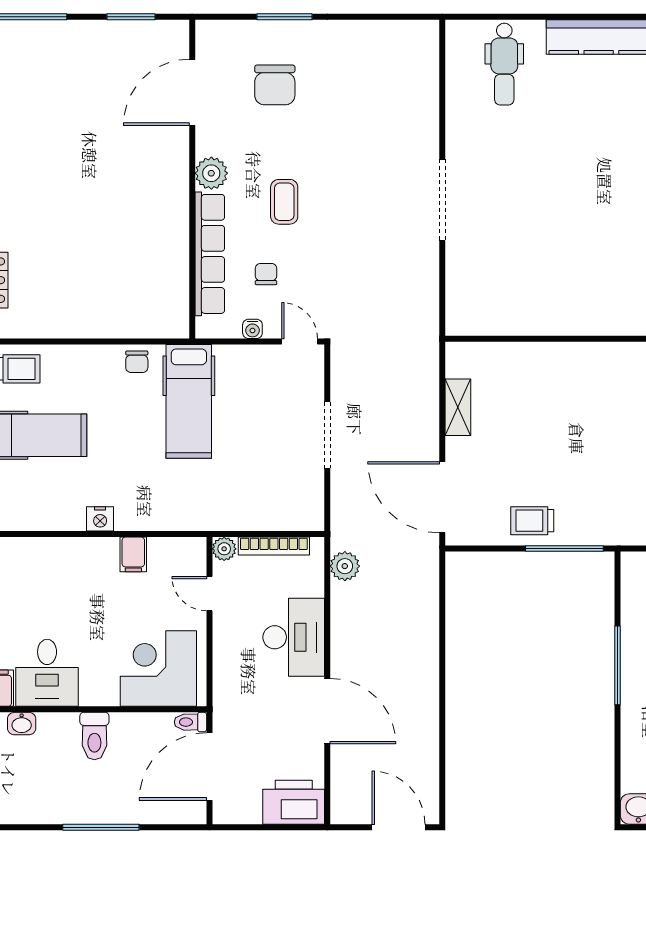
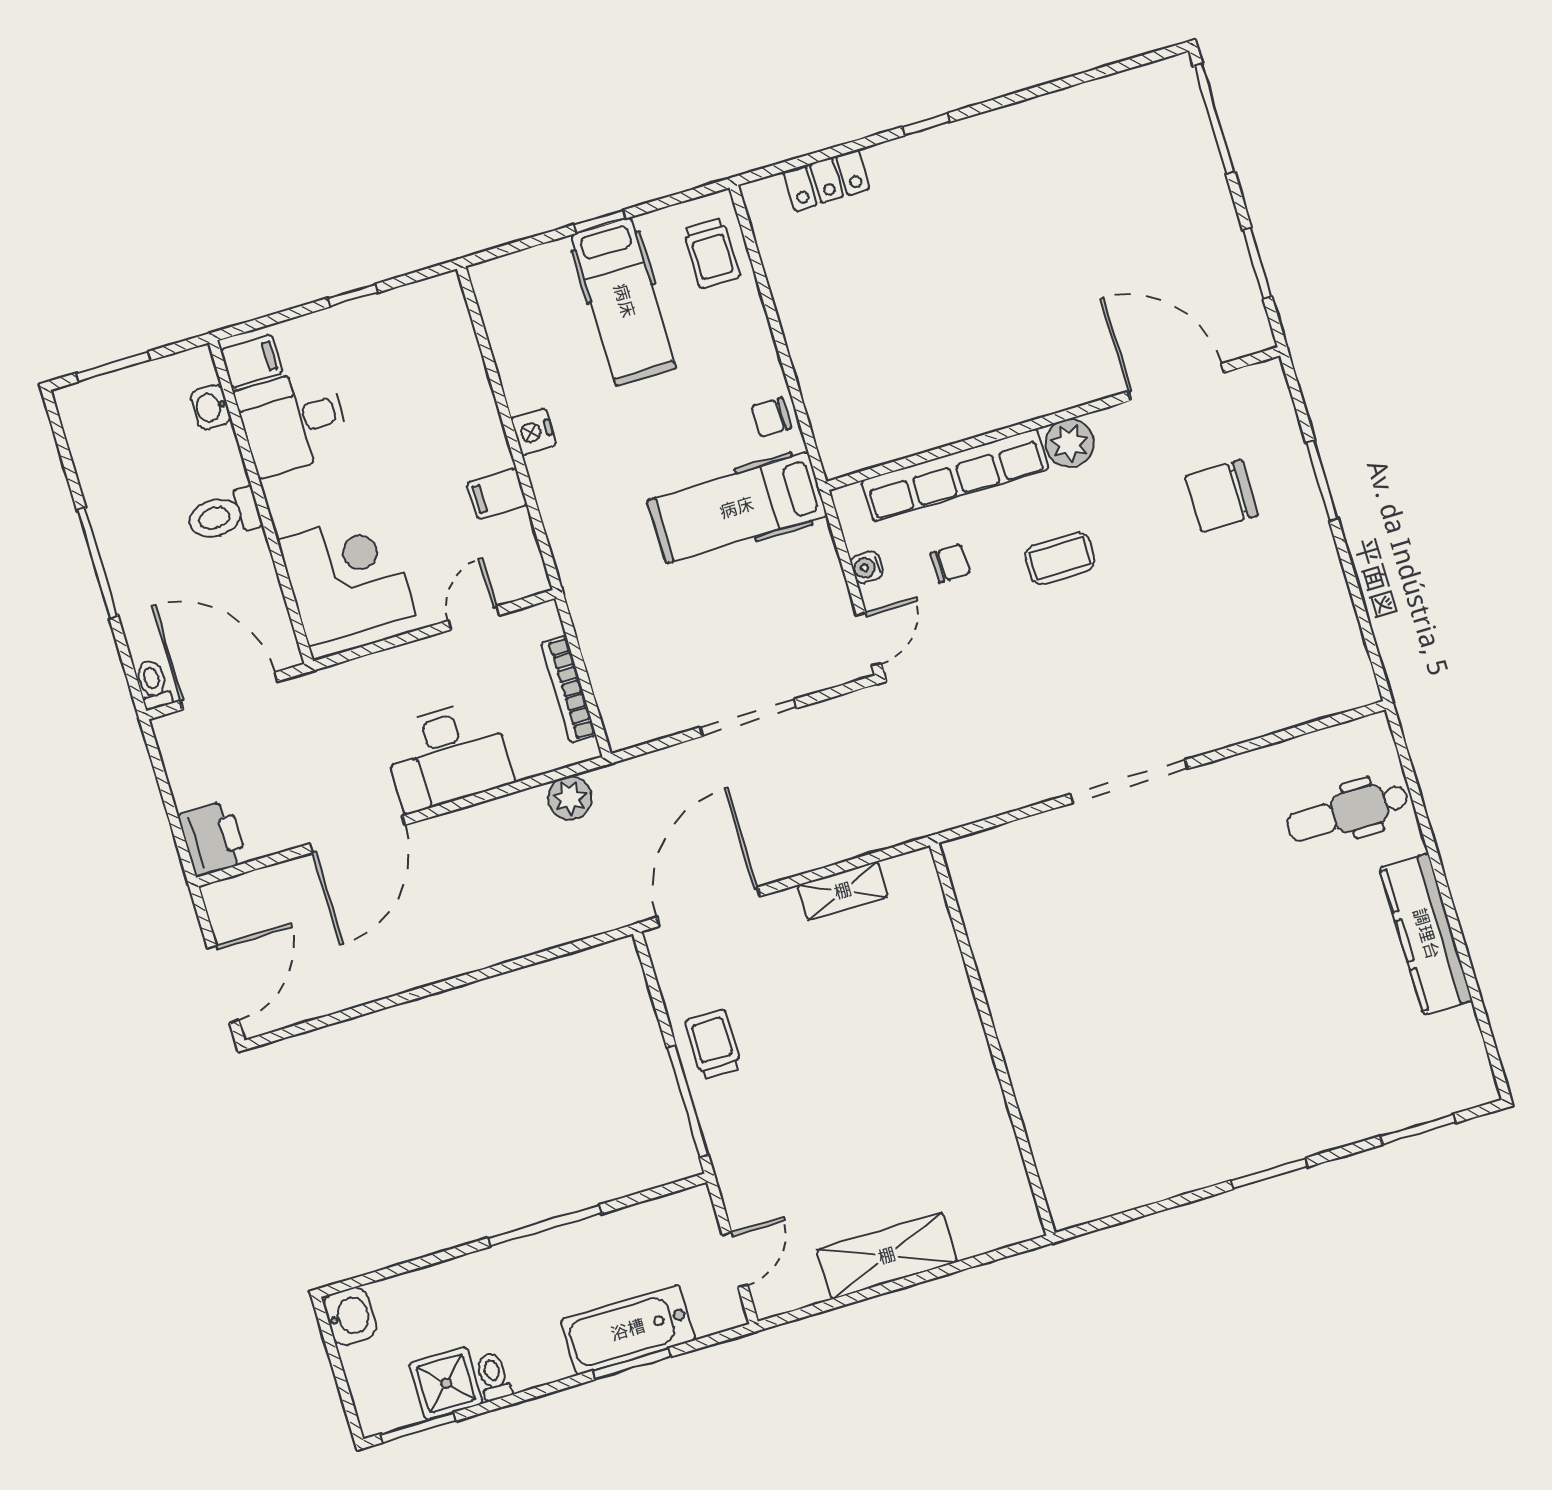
plant: (224, 549) -> (544, 620), removed
toilet: (190, 722) -> (153, 684), moved
printer: (294, 802) -> (213, 839), width x0.73, depth x0.84

